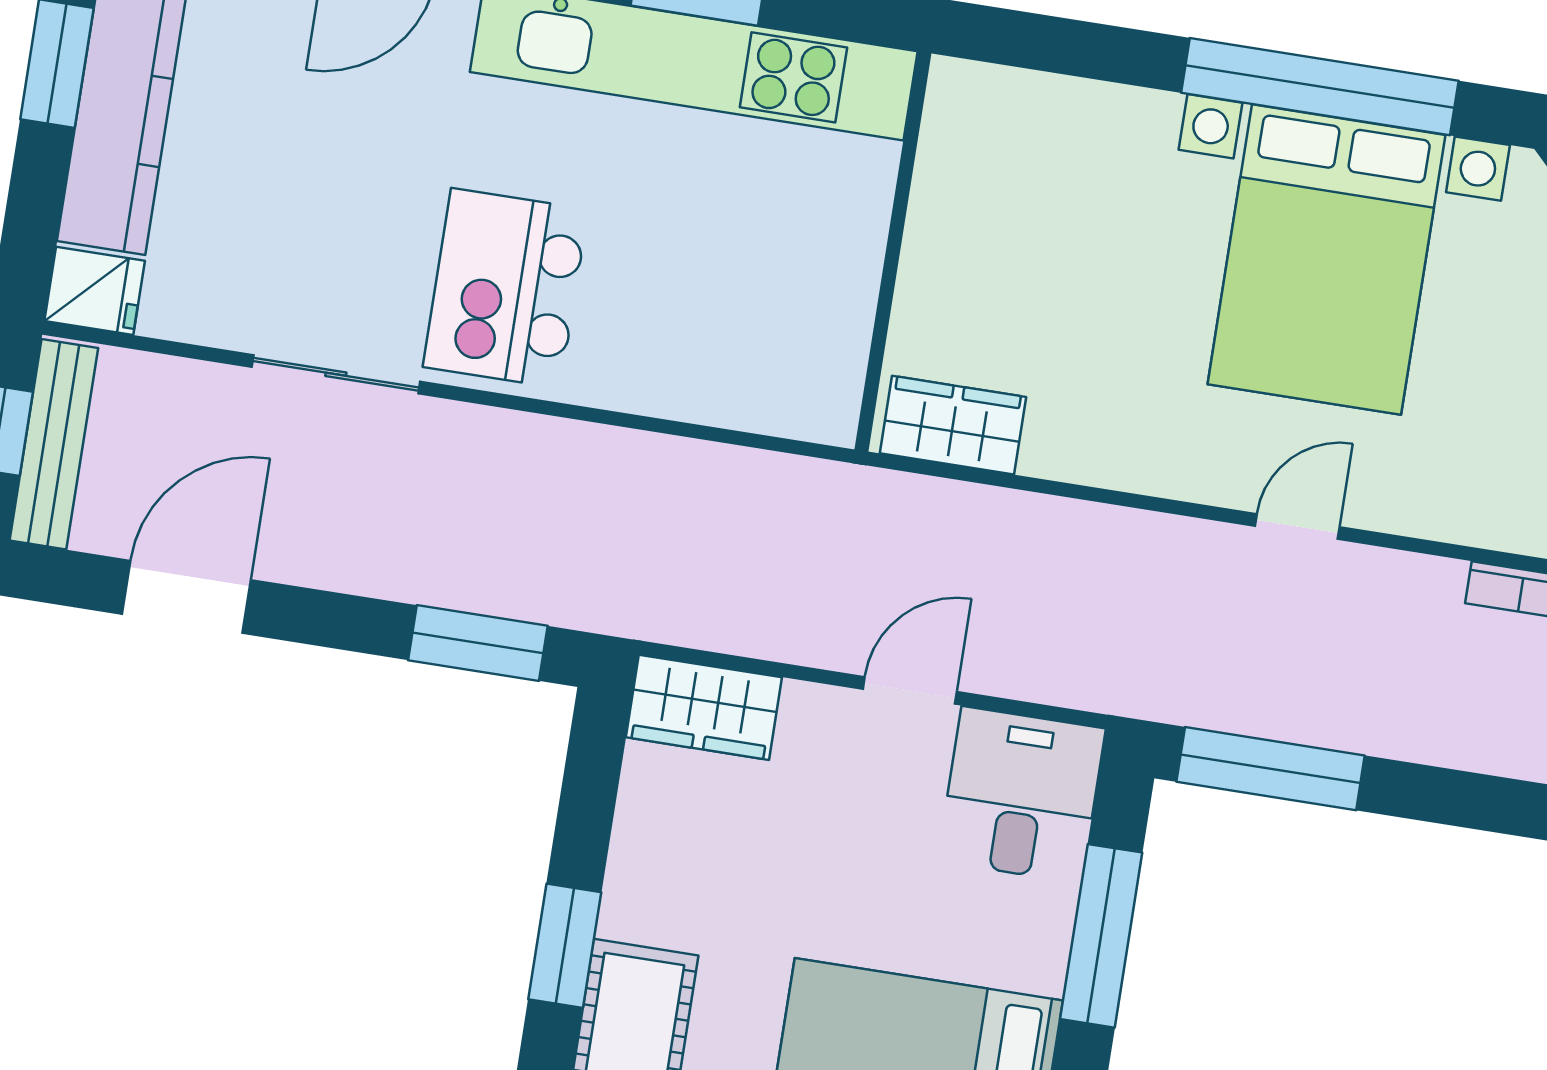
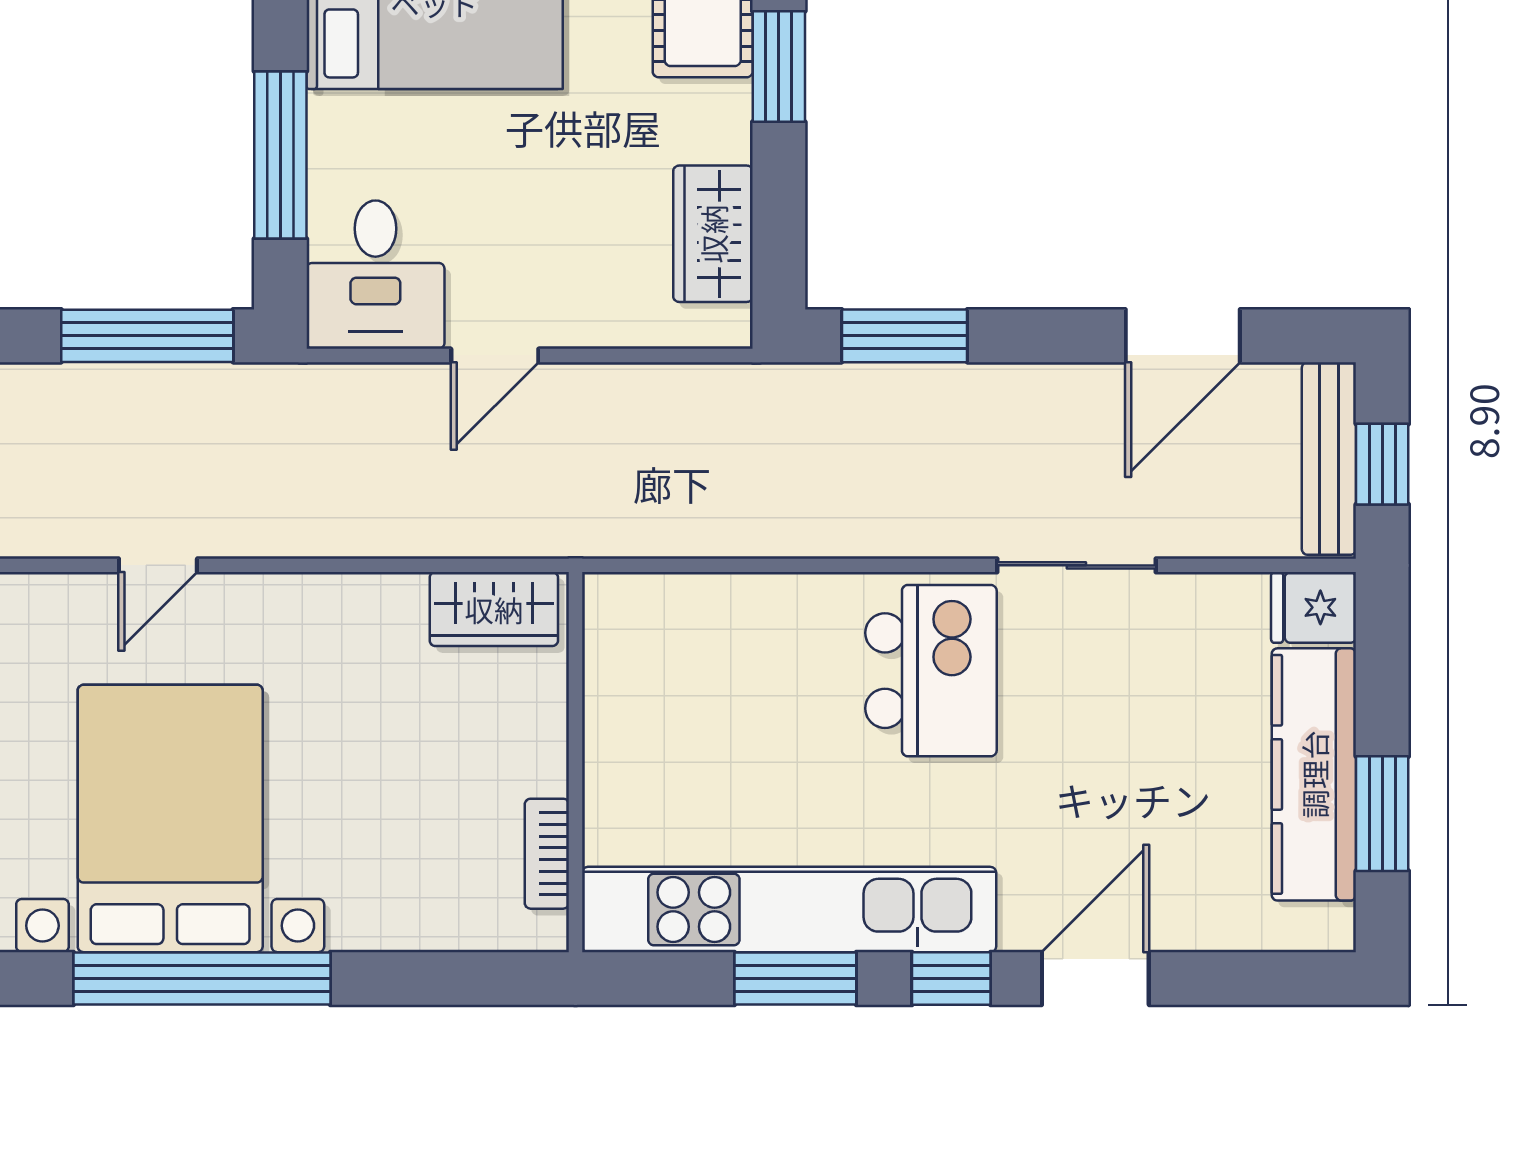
bookcase: (938, 160) -> (547, 854), added
wardrobe: (704, 707) -> (713, 234), moved, turned -90

